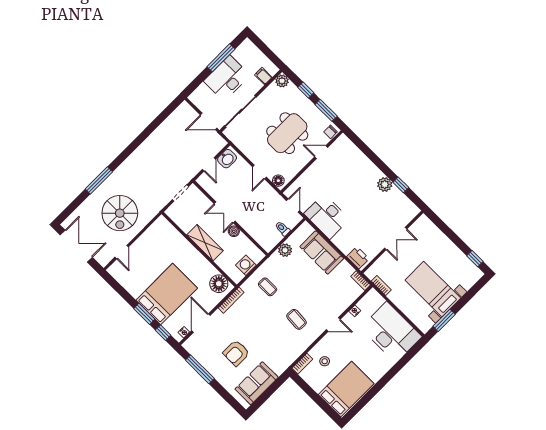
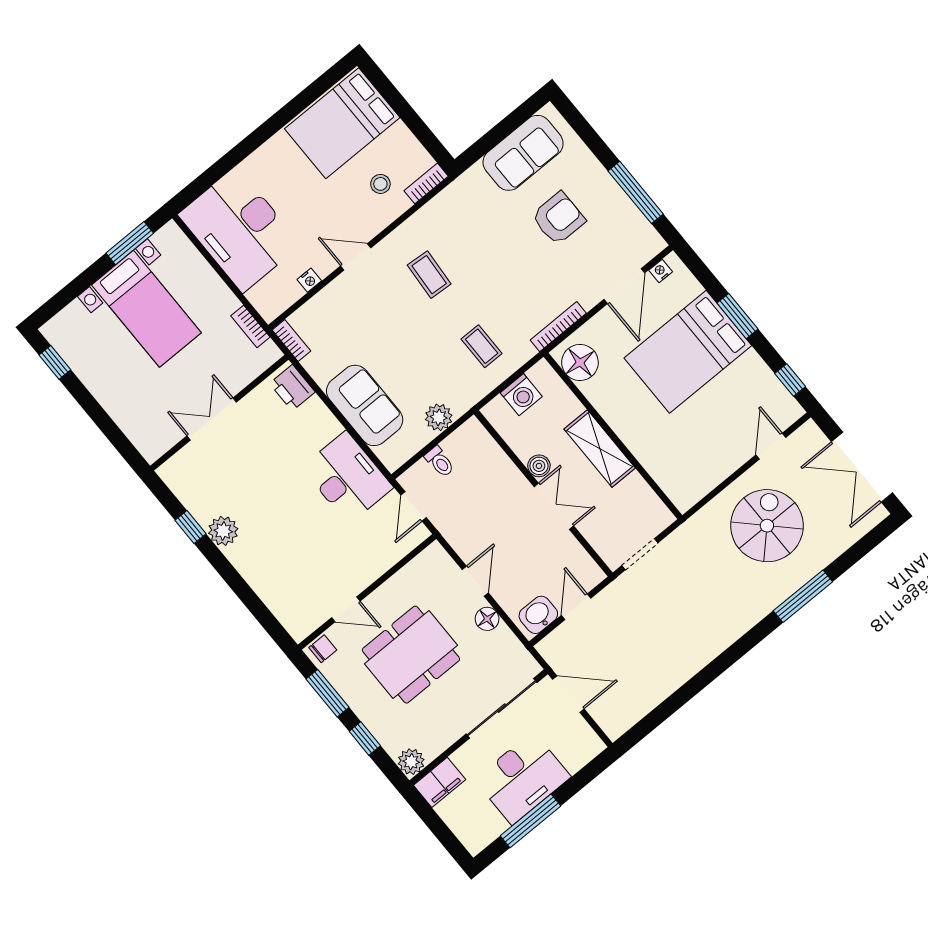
filing cabinet: (263, 76) -> (440, 782), width x2.00
floor lamp: (278, 181) -> (487, 619), moved
window: (163, 333) -> (790, 380), moved

